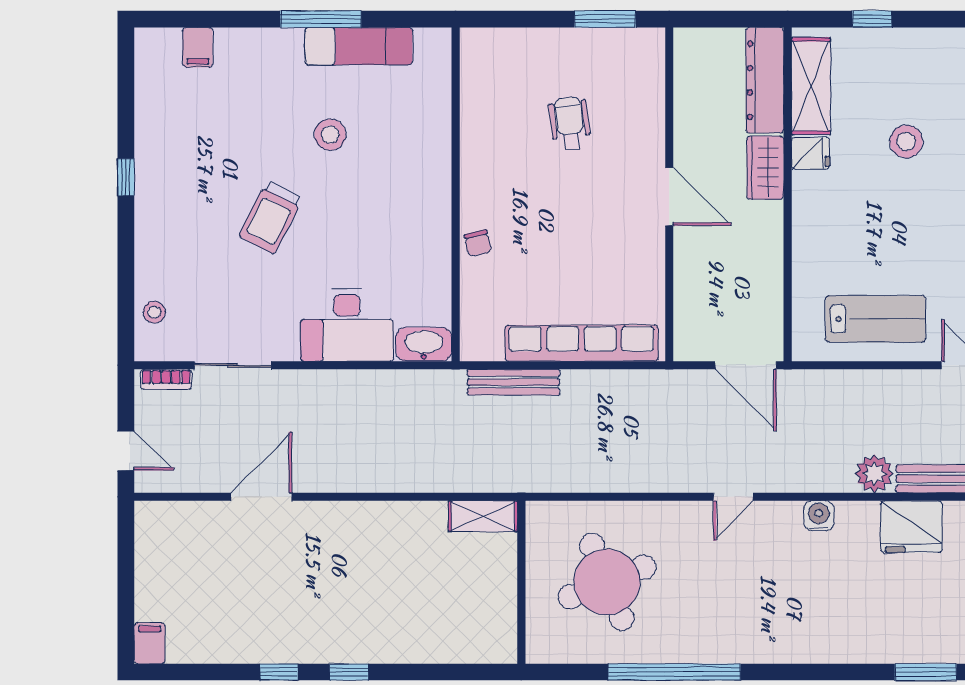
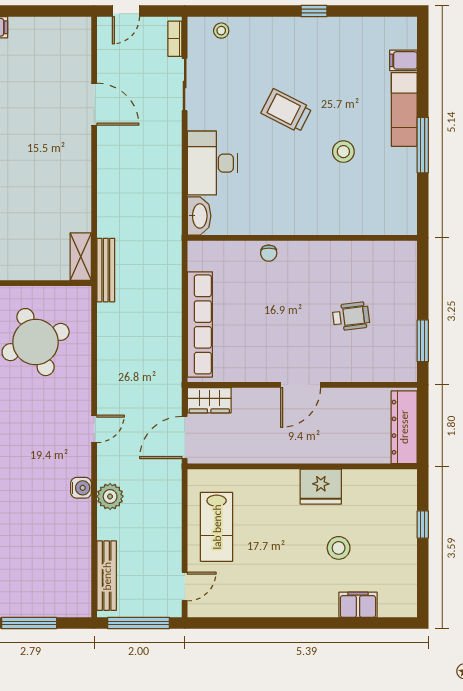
exam couch: (359, 46) -> (404, 109), moved
dresser: (765, 80) -> (404, 427), moved, turned -90
shelving: (811, 86) -> (377, 482), removed
fridge: (811, 153) -> (321, 487), width x1.88, depth x1.34
wardrobe: (765, 168) -> (209, 400), moved, turned 180
chair: (478, 243) -> (269, 253), turned -77
bench: (514, 382) -> (106, 270), moved
plant: (874, 474) -> (110, 496), moved
door: (733, 497) -> (94, 429), swing flipped
fridge: (911, 527) -> (74, 551), removed

